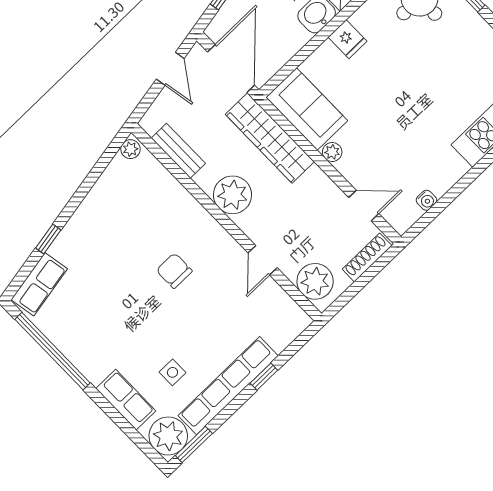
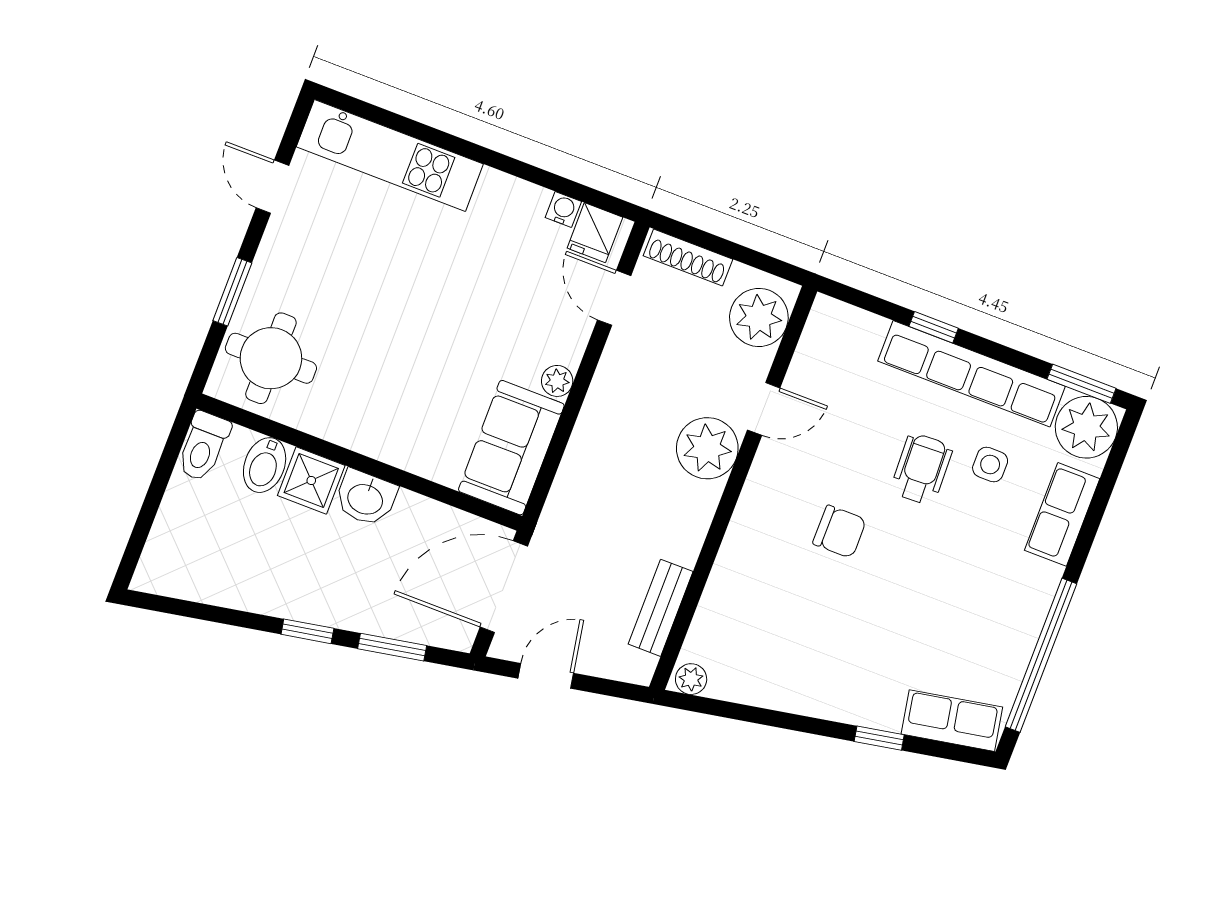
fridge: (347, 39) -> (595, 233), moved, turned 180
wardrobe: (270, 138) -> (579, 482), removed
plant: (233, 195) -> (707, 448), moved
chair: (174, 271) -> (840, 532), turned -90
wheelchair: (188, 333) -> (922, 469), added

